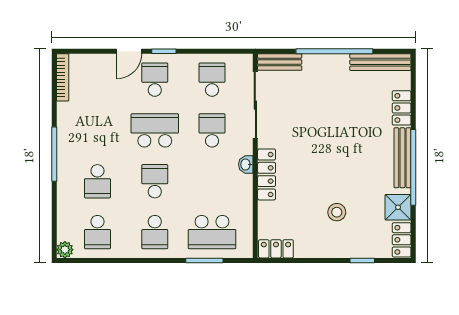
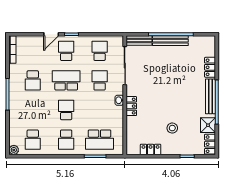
bench: (380, 62) -> (170, 41), moved
locker: (267, 174) -> (131, 106), width x0.66
school desk: (97, 181) -> (33, 80), moved
locker: (276, 249) -> (151, 149), moved

